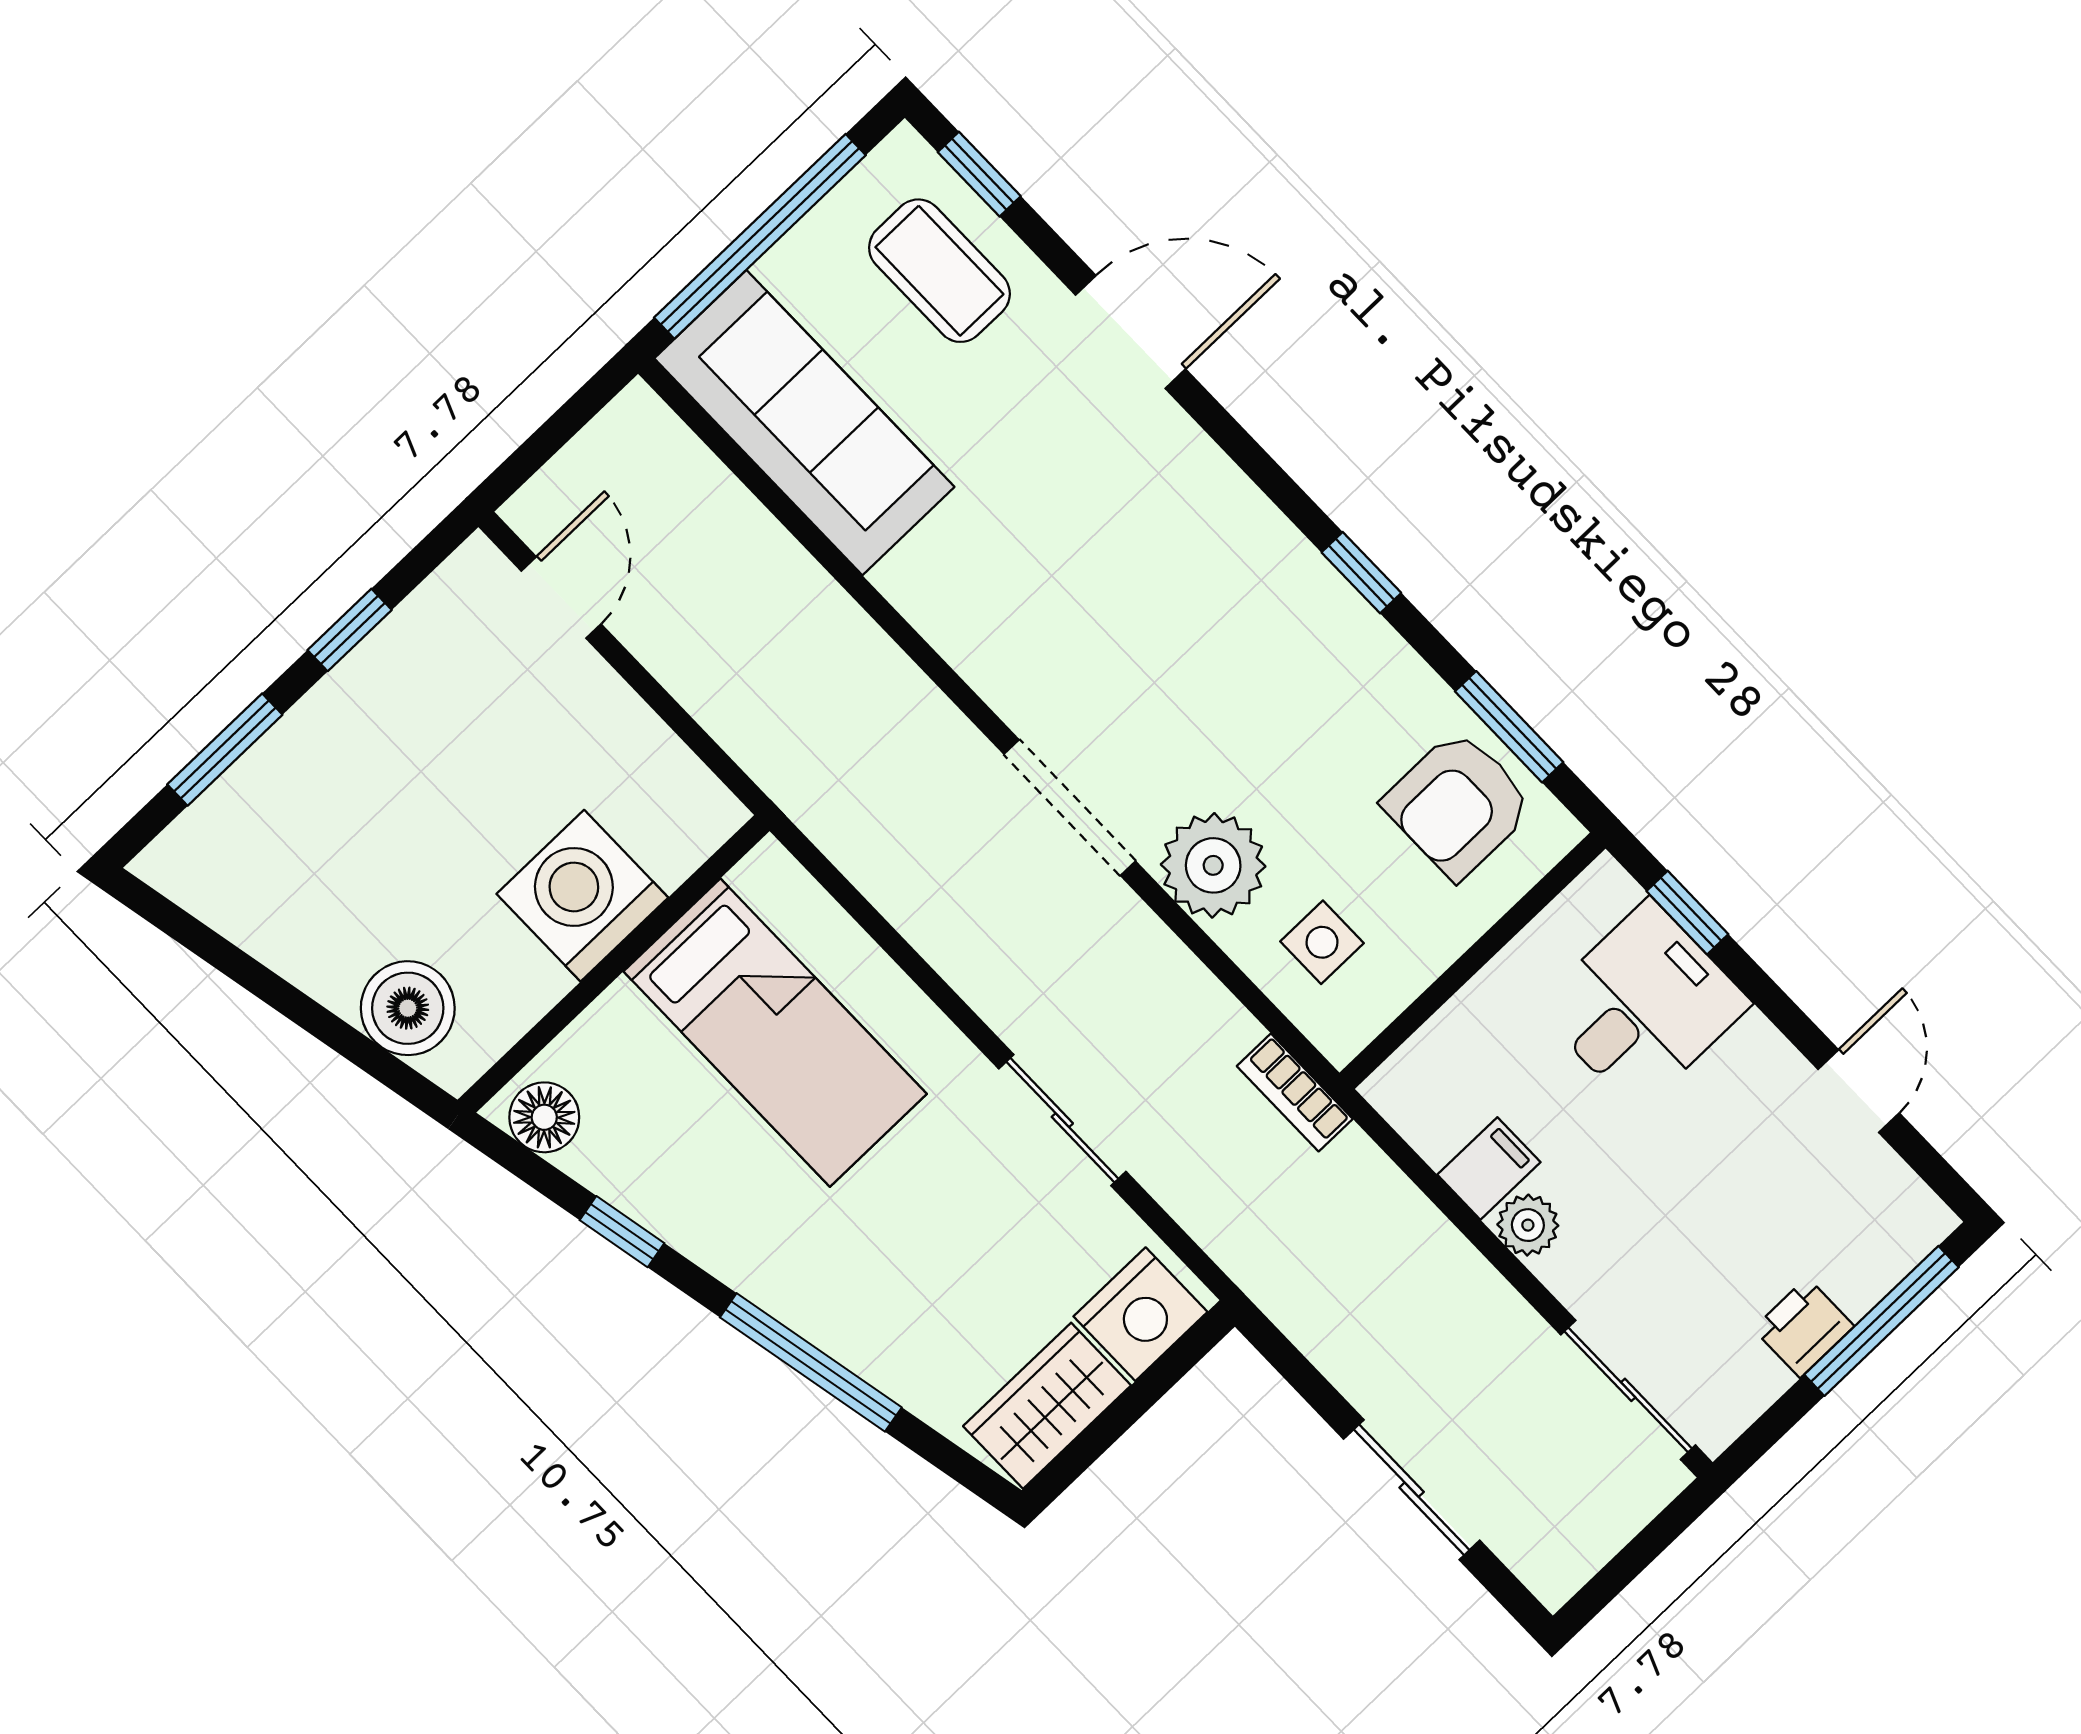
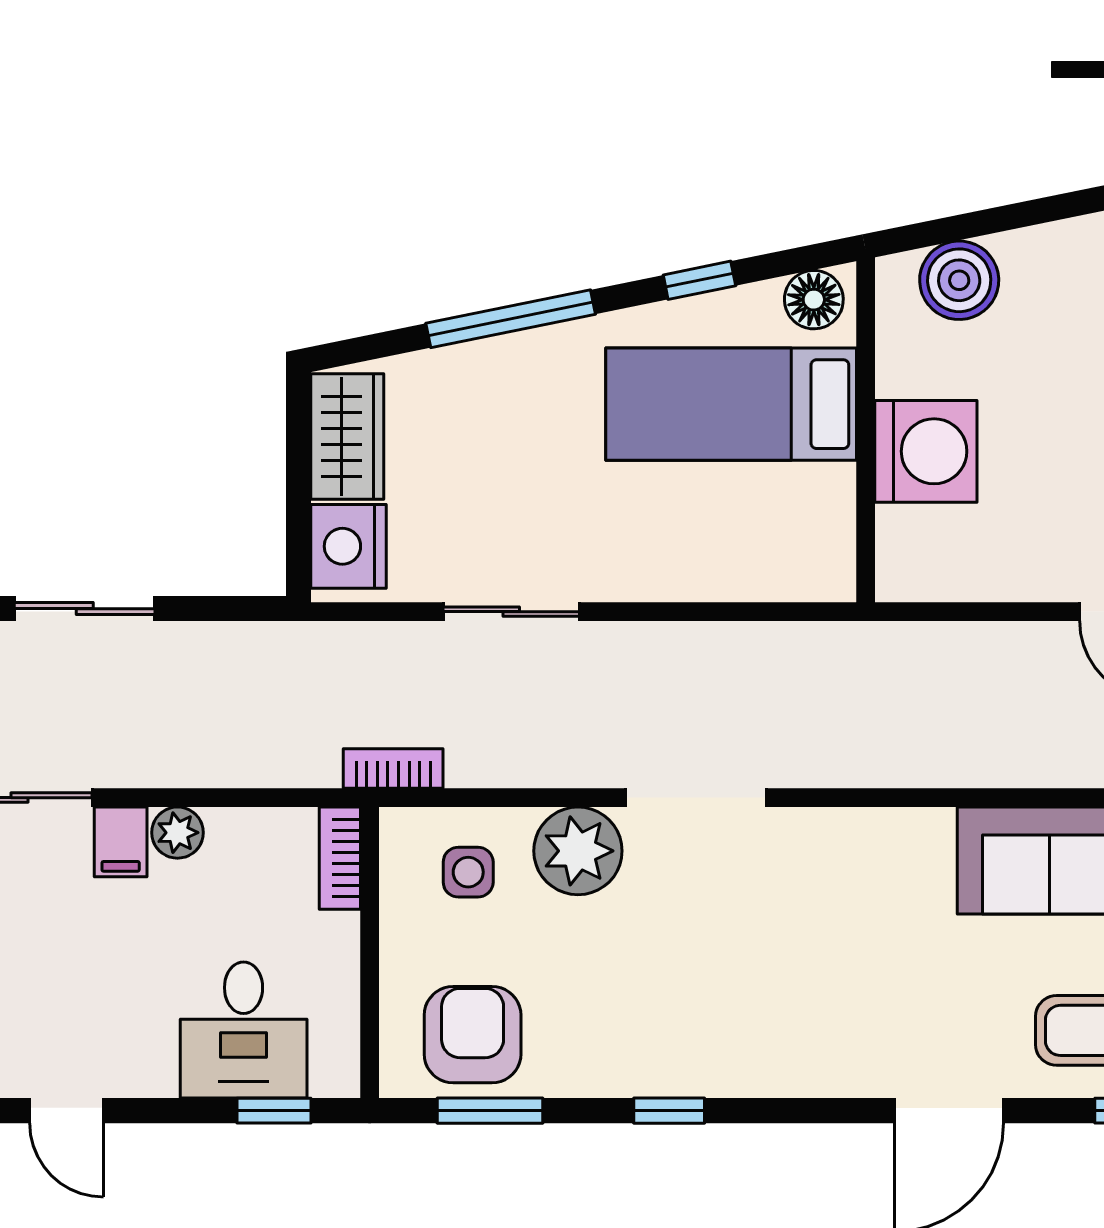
bed: (775, 1033) -> (731, 404), moved
bookcase: (1416, 1064) -> (340, 858), added
filing cabinet: (1489, 1168) -> (121, 842), moved

